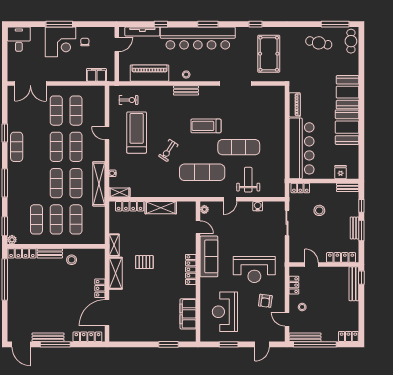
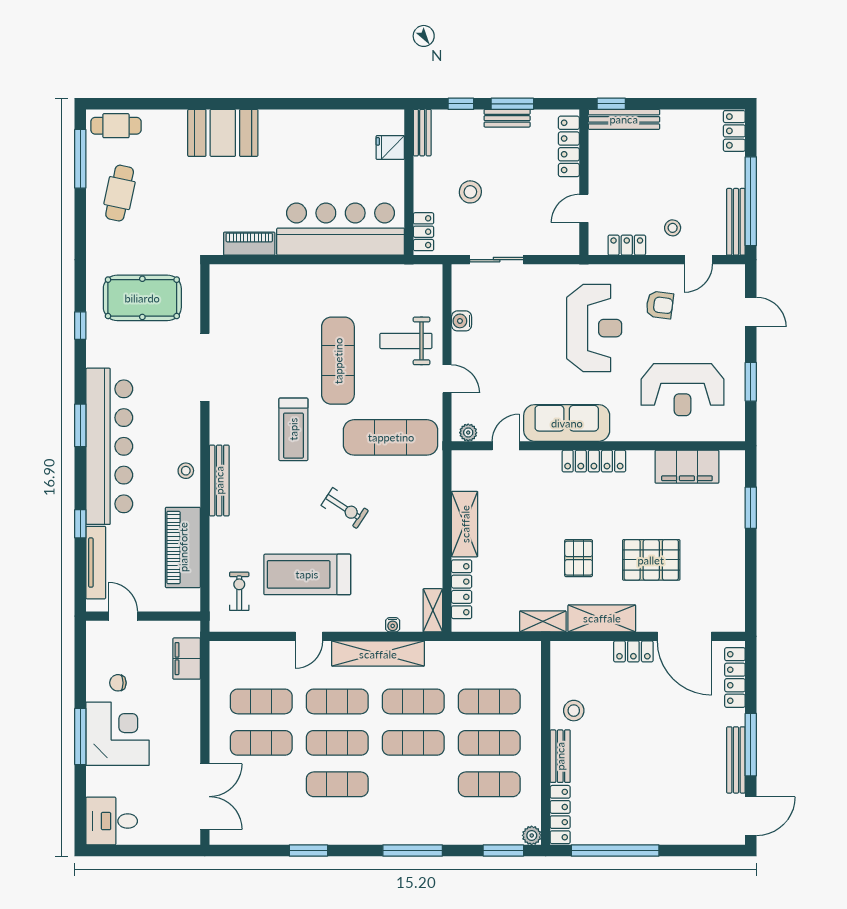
bench: (186, 90) -> (219, 480), width x1.36
booth: (347, 127) -> (296, 134), removed
exercise mat: (17, 147) -> (337, 784), moved
exercise mat: (202, 172) -> (391, 437), turned 90
shelving: (99, 184) -> (378, 654), moved
pallet: (144, 297) -> (651, 560), added

